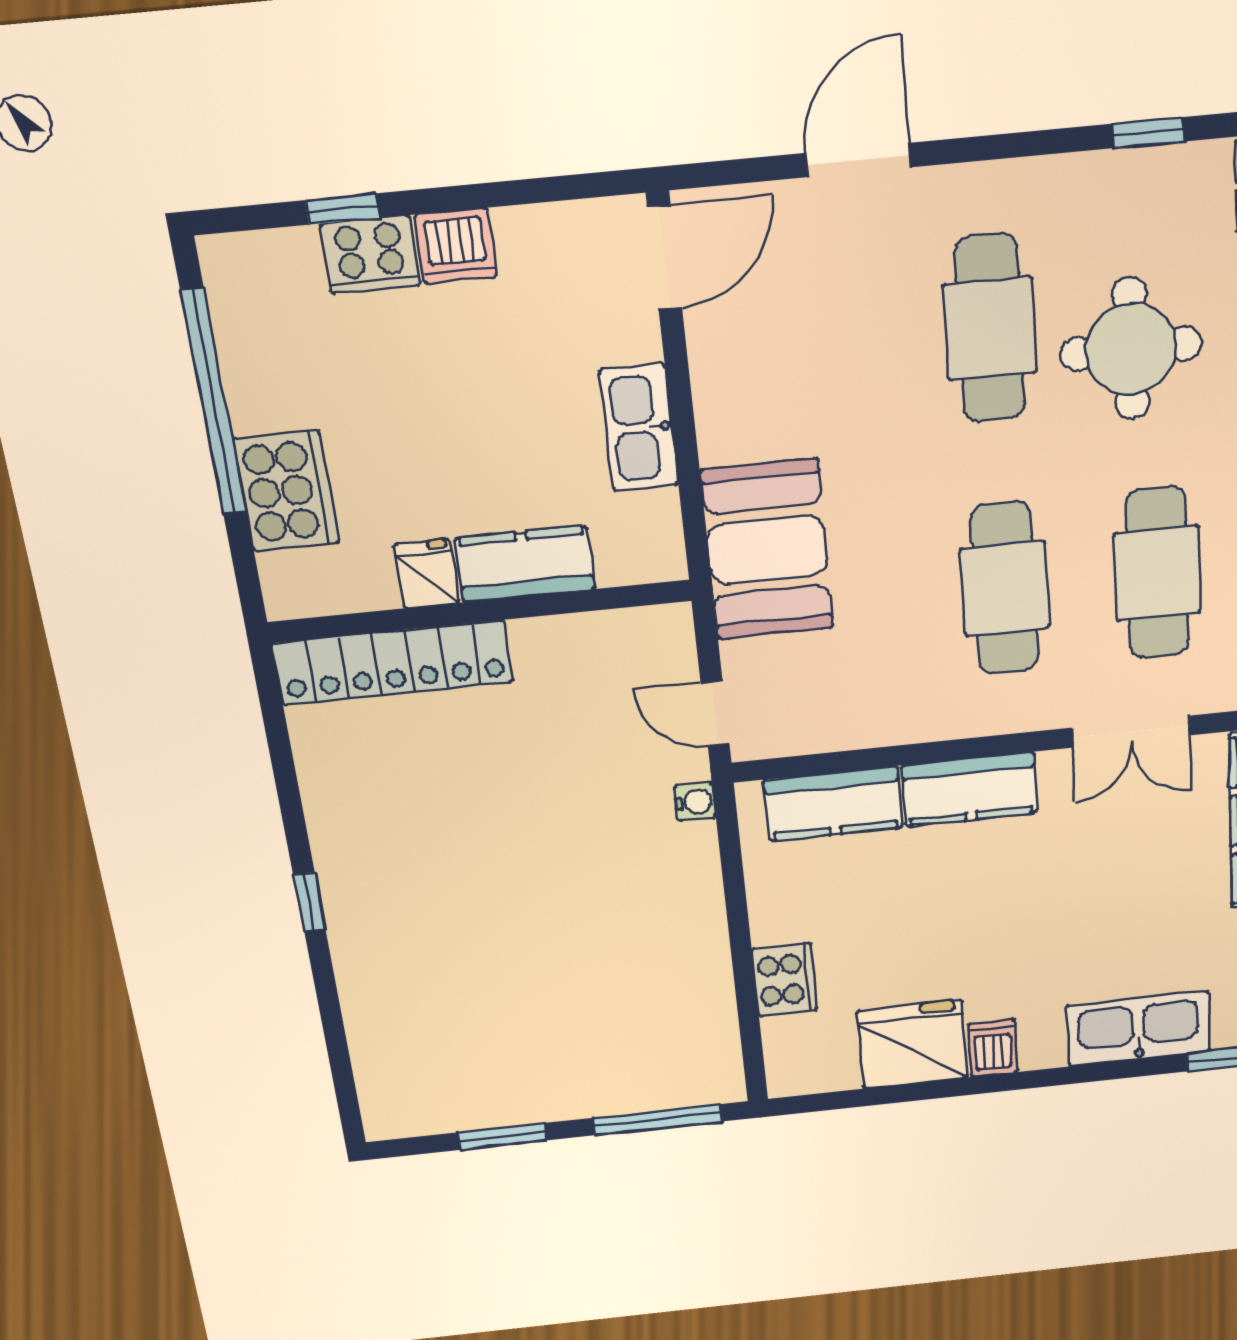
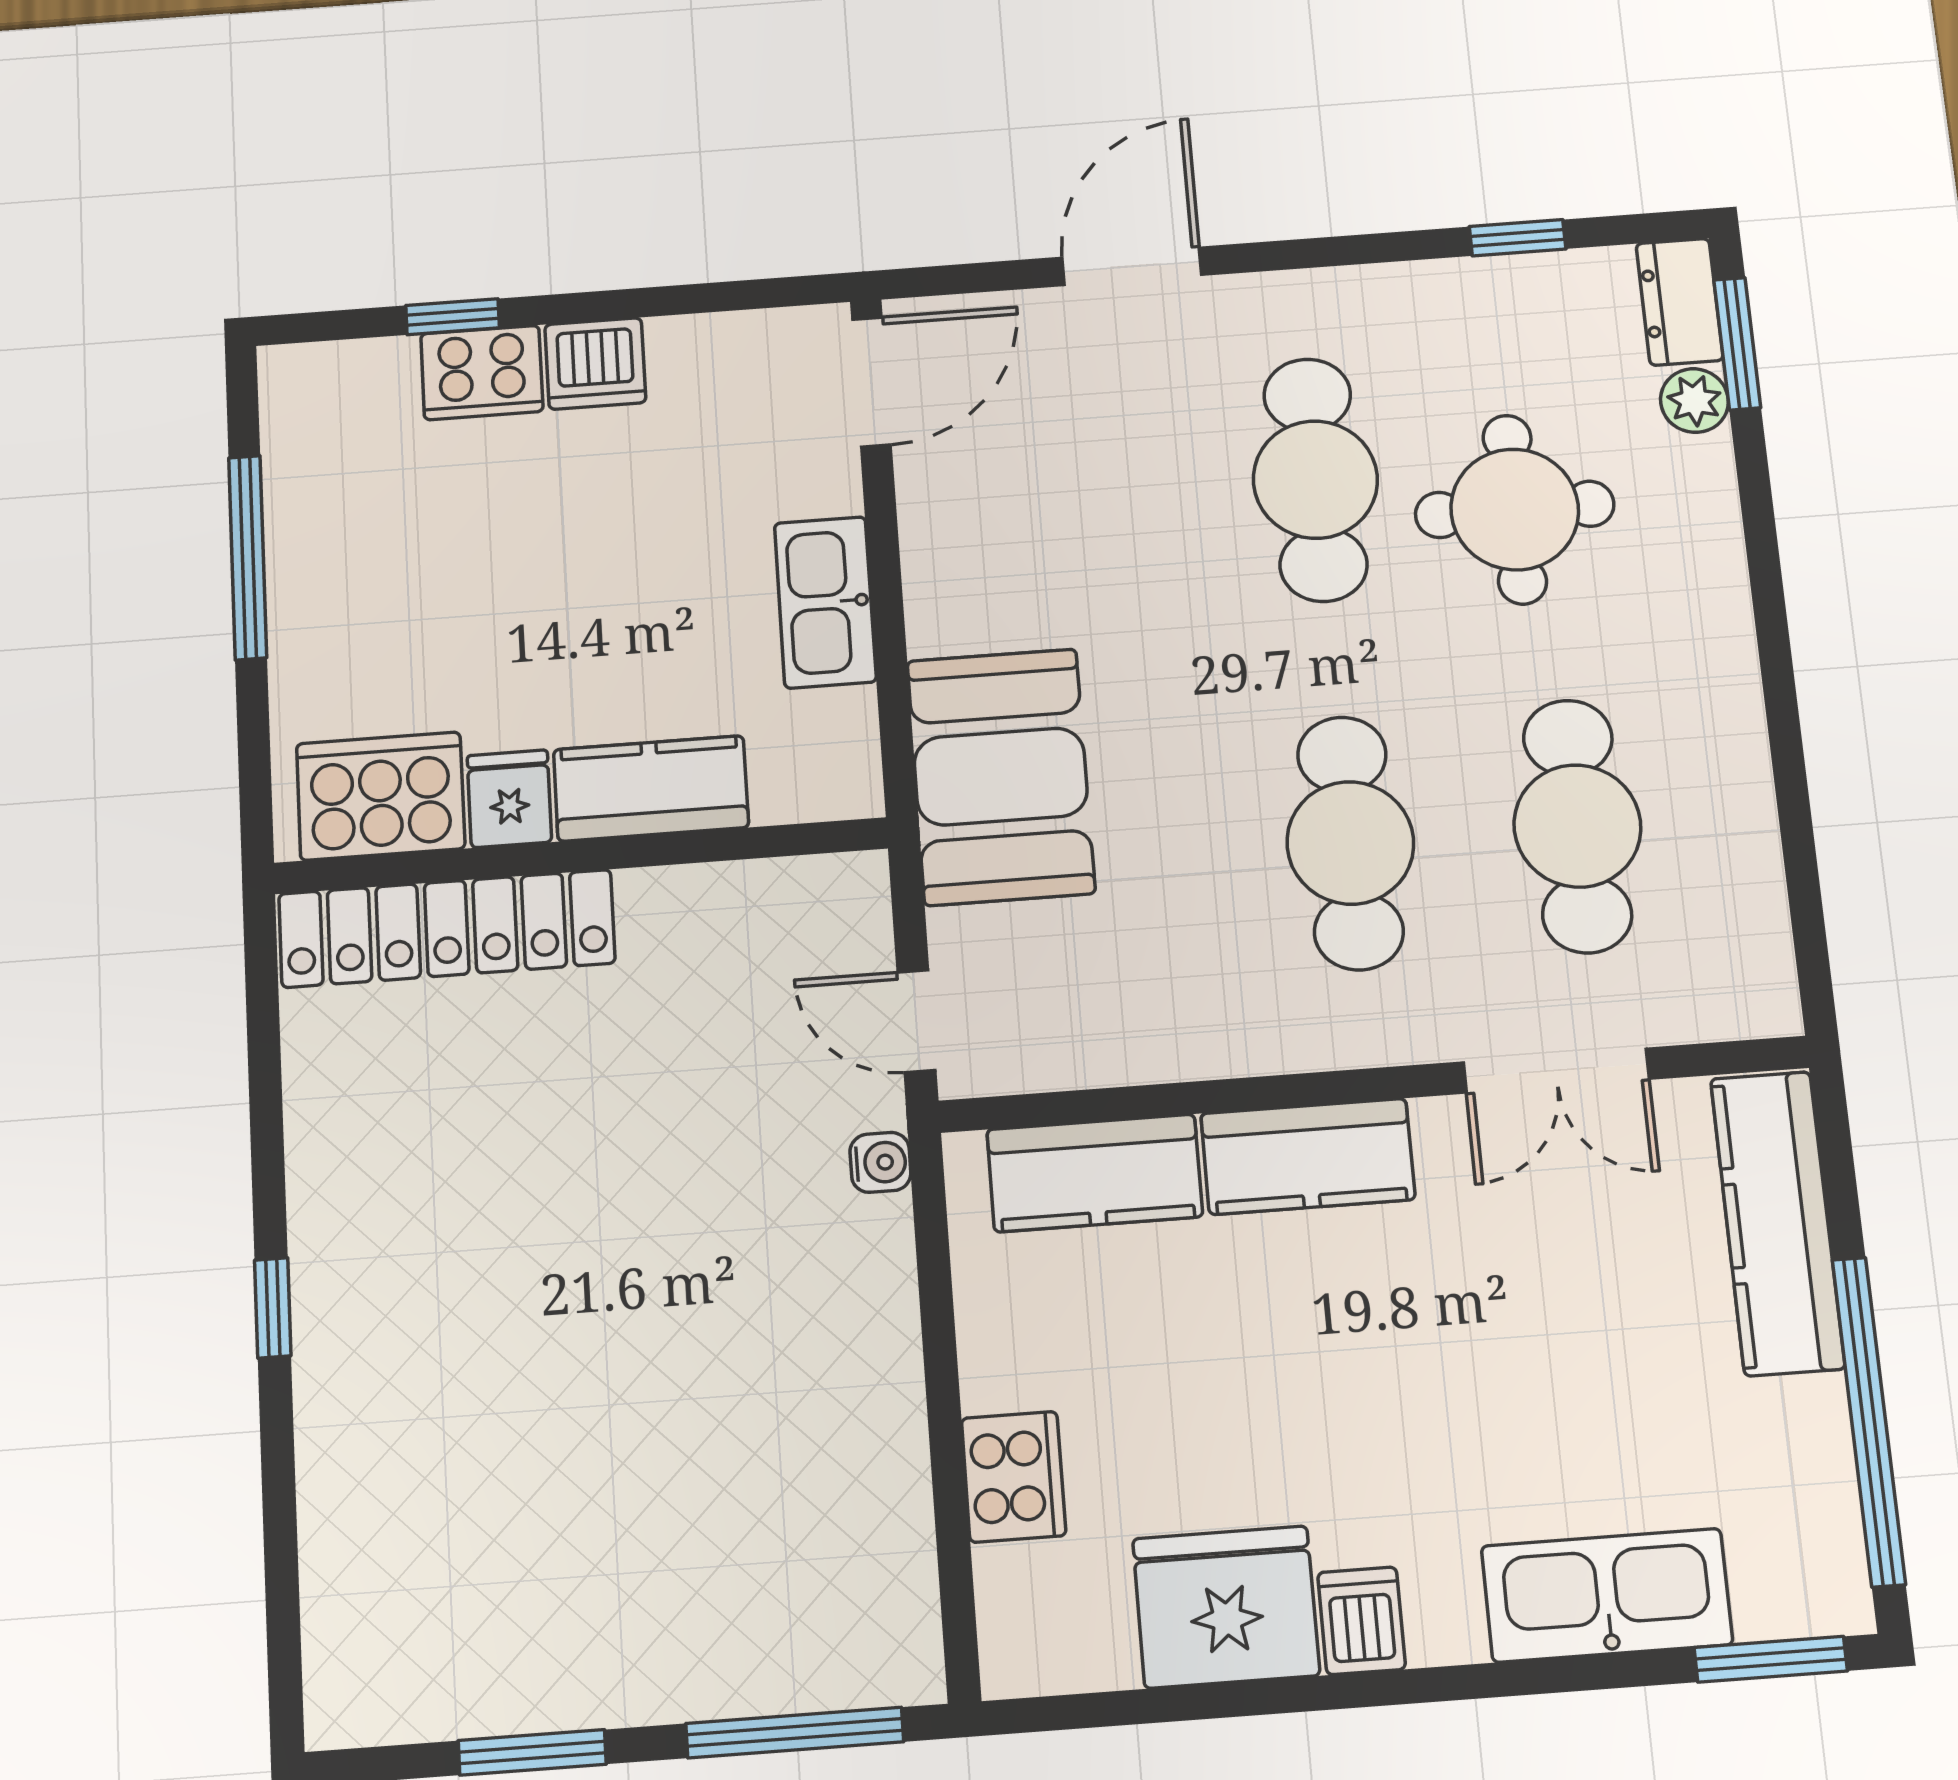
window: (214, 403) -> (248, 557), width x0.68
cooker: (286, 491) -> (381, 796), moved, turned -90

